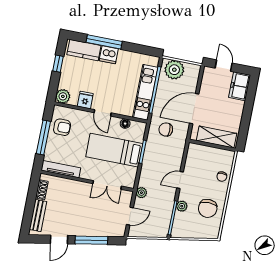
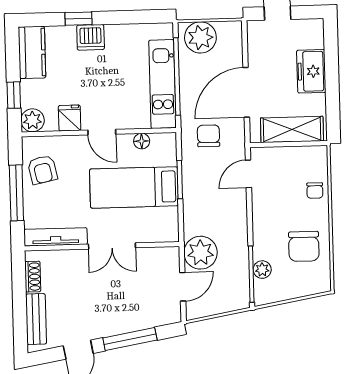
window: (104, 42) -> (78, 19), width x0.46
kitchen counter: (84, 50) -> (32, 52), moved, turned -90
window: (58, 64) -> (14, 95), moved
freezer: (240, 86) -> (311, 71), moved
armchair: (62, 127) -> (42, 170), turned 78
chair: (166, 129) -> (208, 136), turned 90
door: (180, 180) -> (248, 174), moved
double door: (107, 185) -> (112, 246), moved
plant: (141, 193) -> (201, 253), width x1.88, depth x1.88
plant: (182, 206) -> (262, 270), moved

